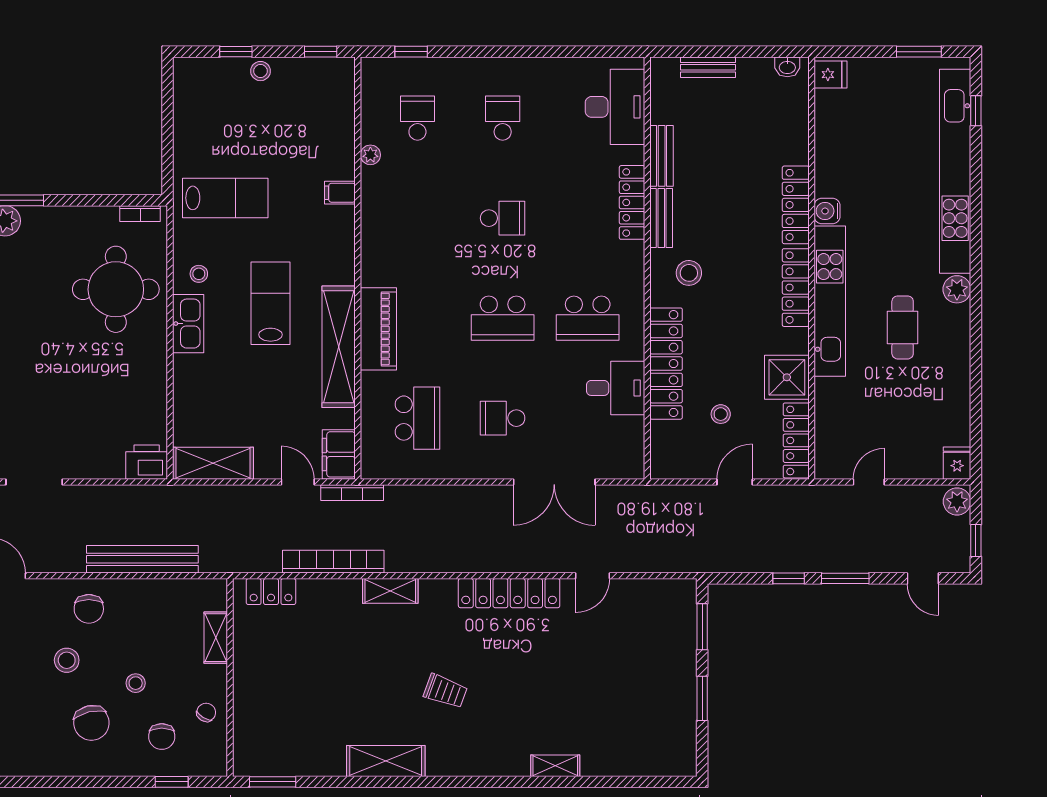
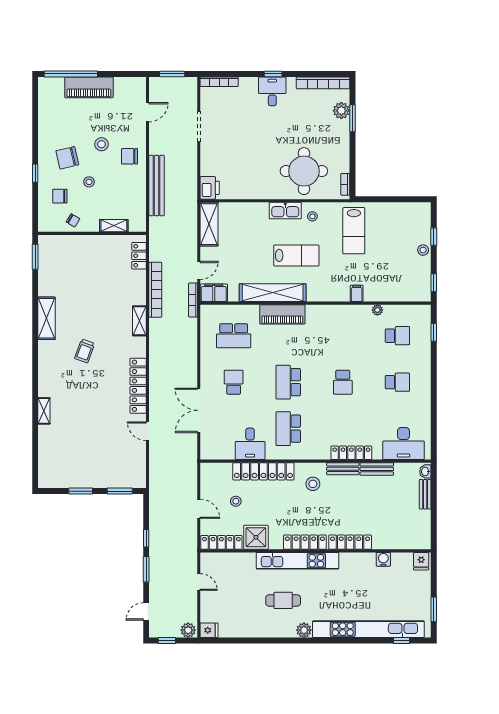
washbasin: (787, 67) -> (425, 471), moved
water cooler: (827, 211) -> (383, 559), moved
window: (172, 782) -> (35, 173), moved

